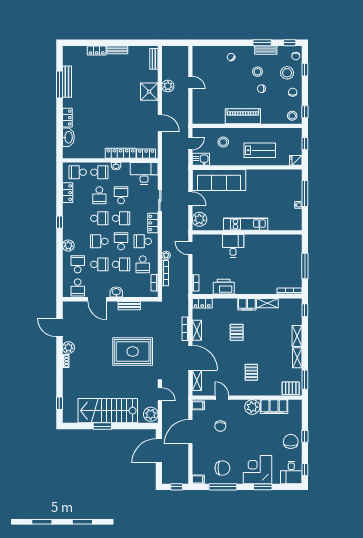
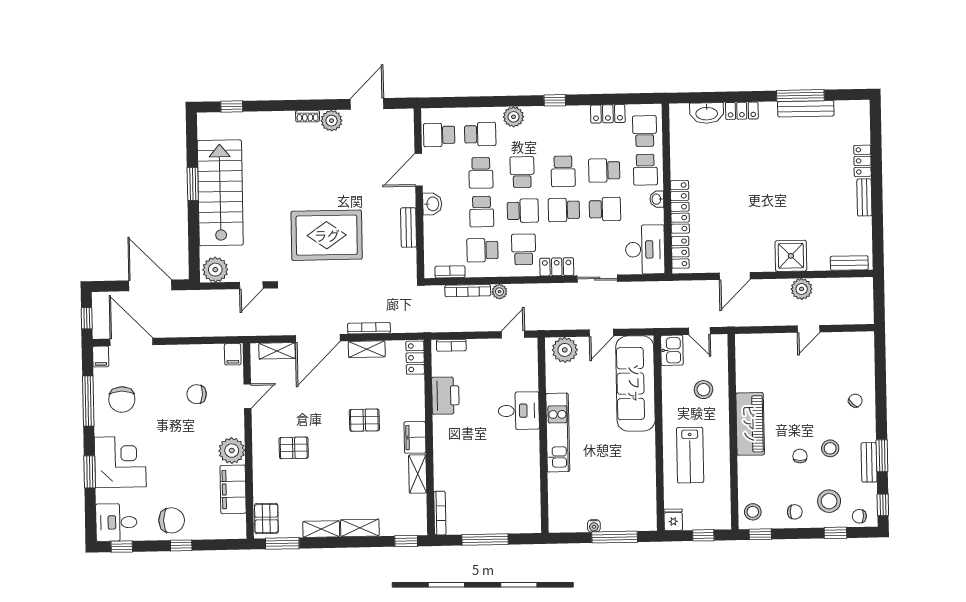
school desk: (121, 218) -> (564, 210), turned 90
rug: (133, 351) -> (327, 235), turned 90
door: (190, 432) -> (131, 342), moved

